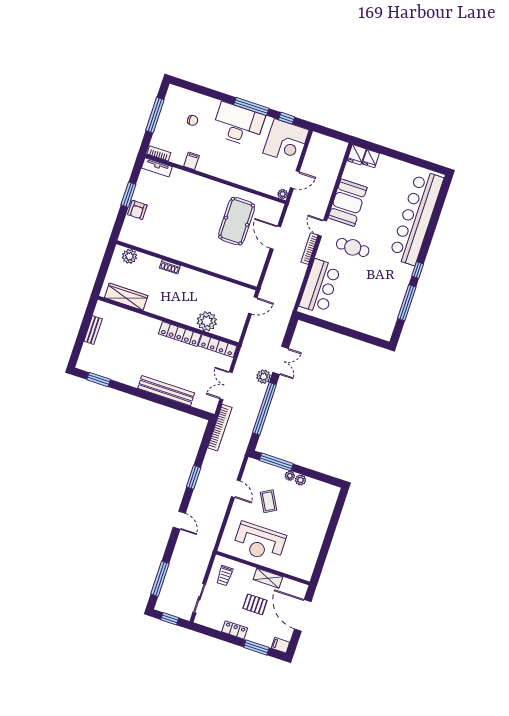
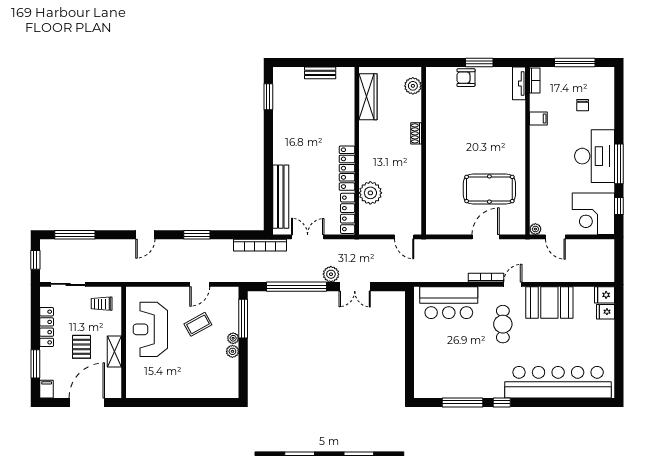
bench: (166, 391) -> (281, 197), moved
locker: (235, 630) -> (47, 327), width x1.53

